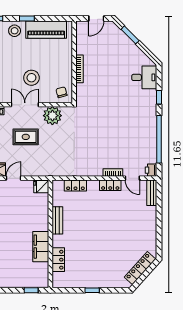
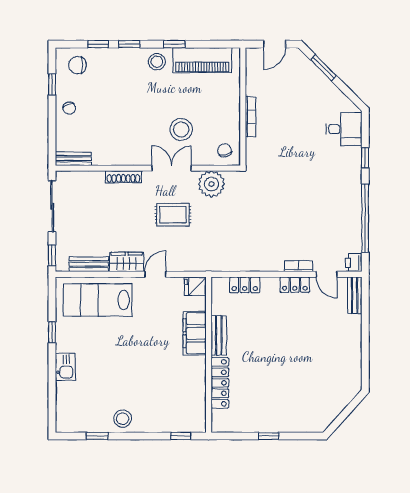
filing cabinet: (41, 247) -> (195, 333), moved
locker: (58, 260) -> (220, 383), width x1.53
locker: (140, 268) -> (338, 404), removed

